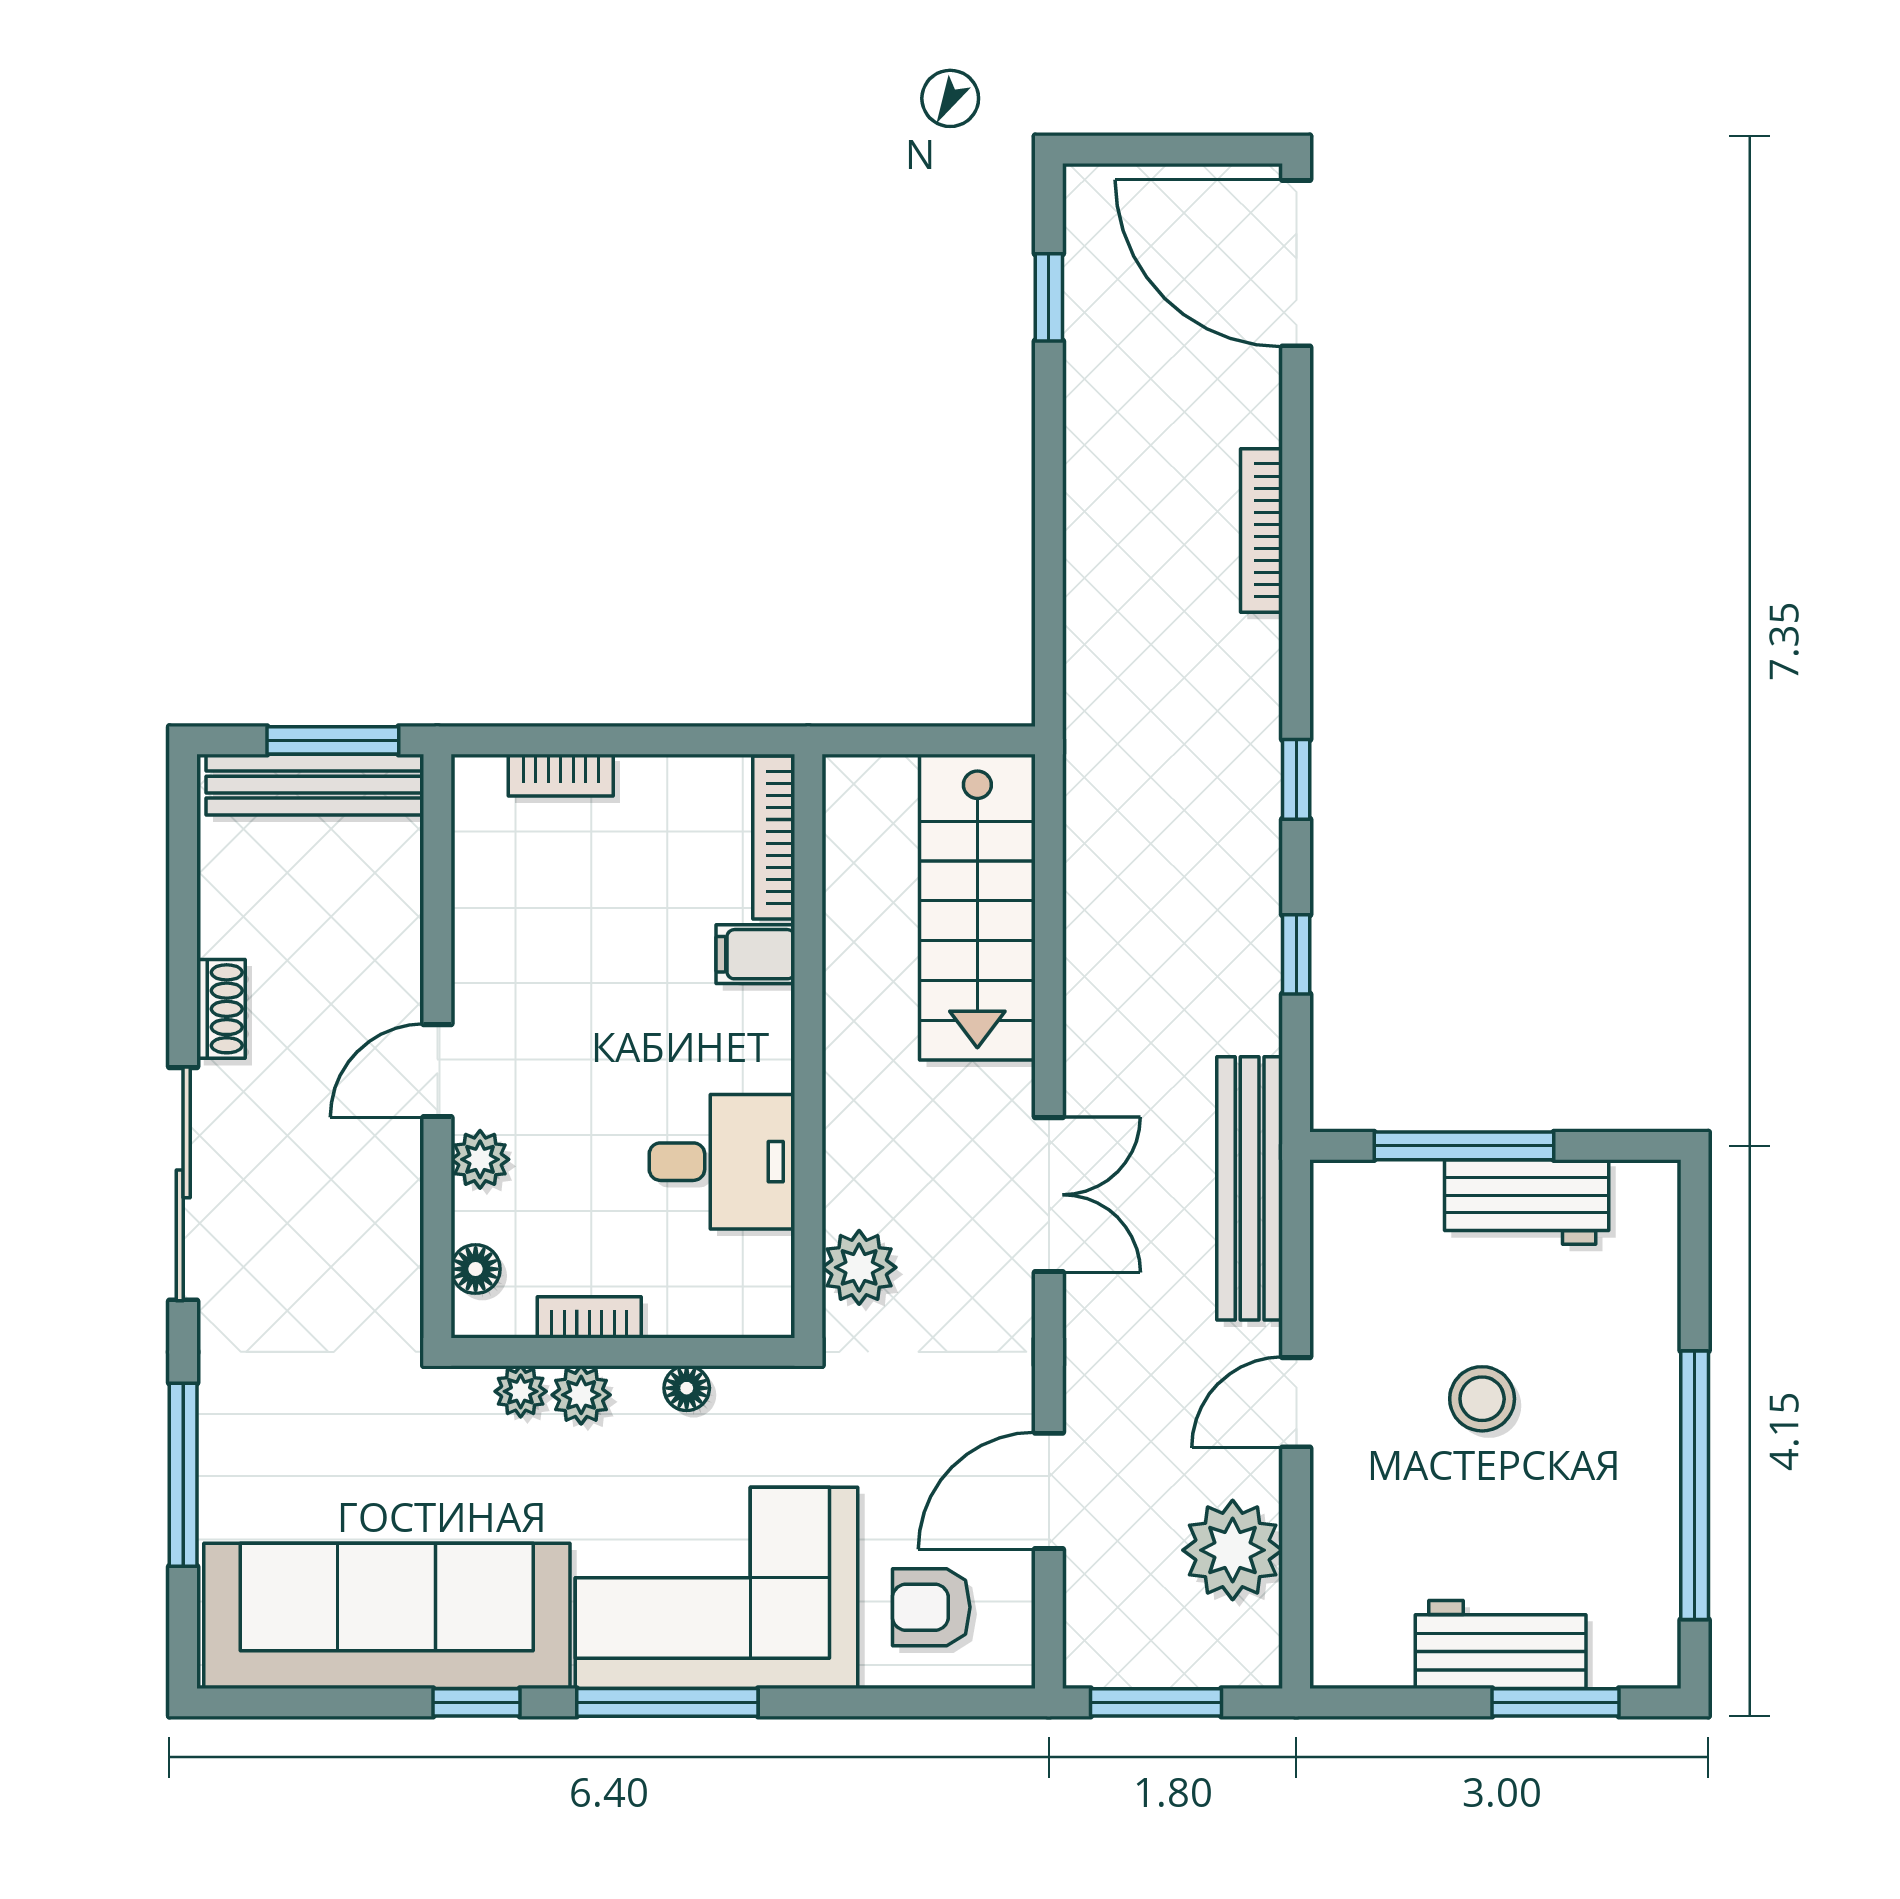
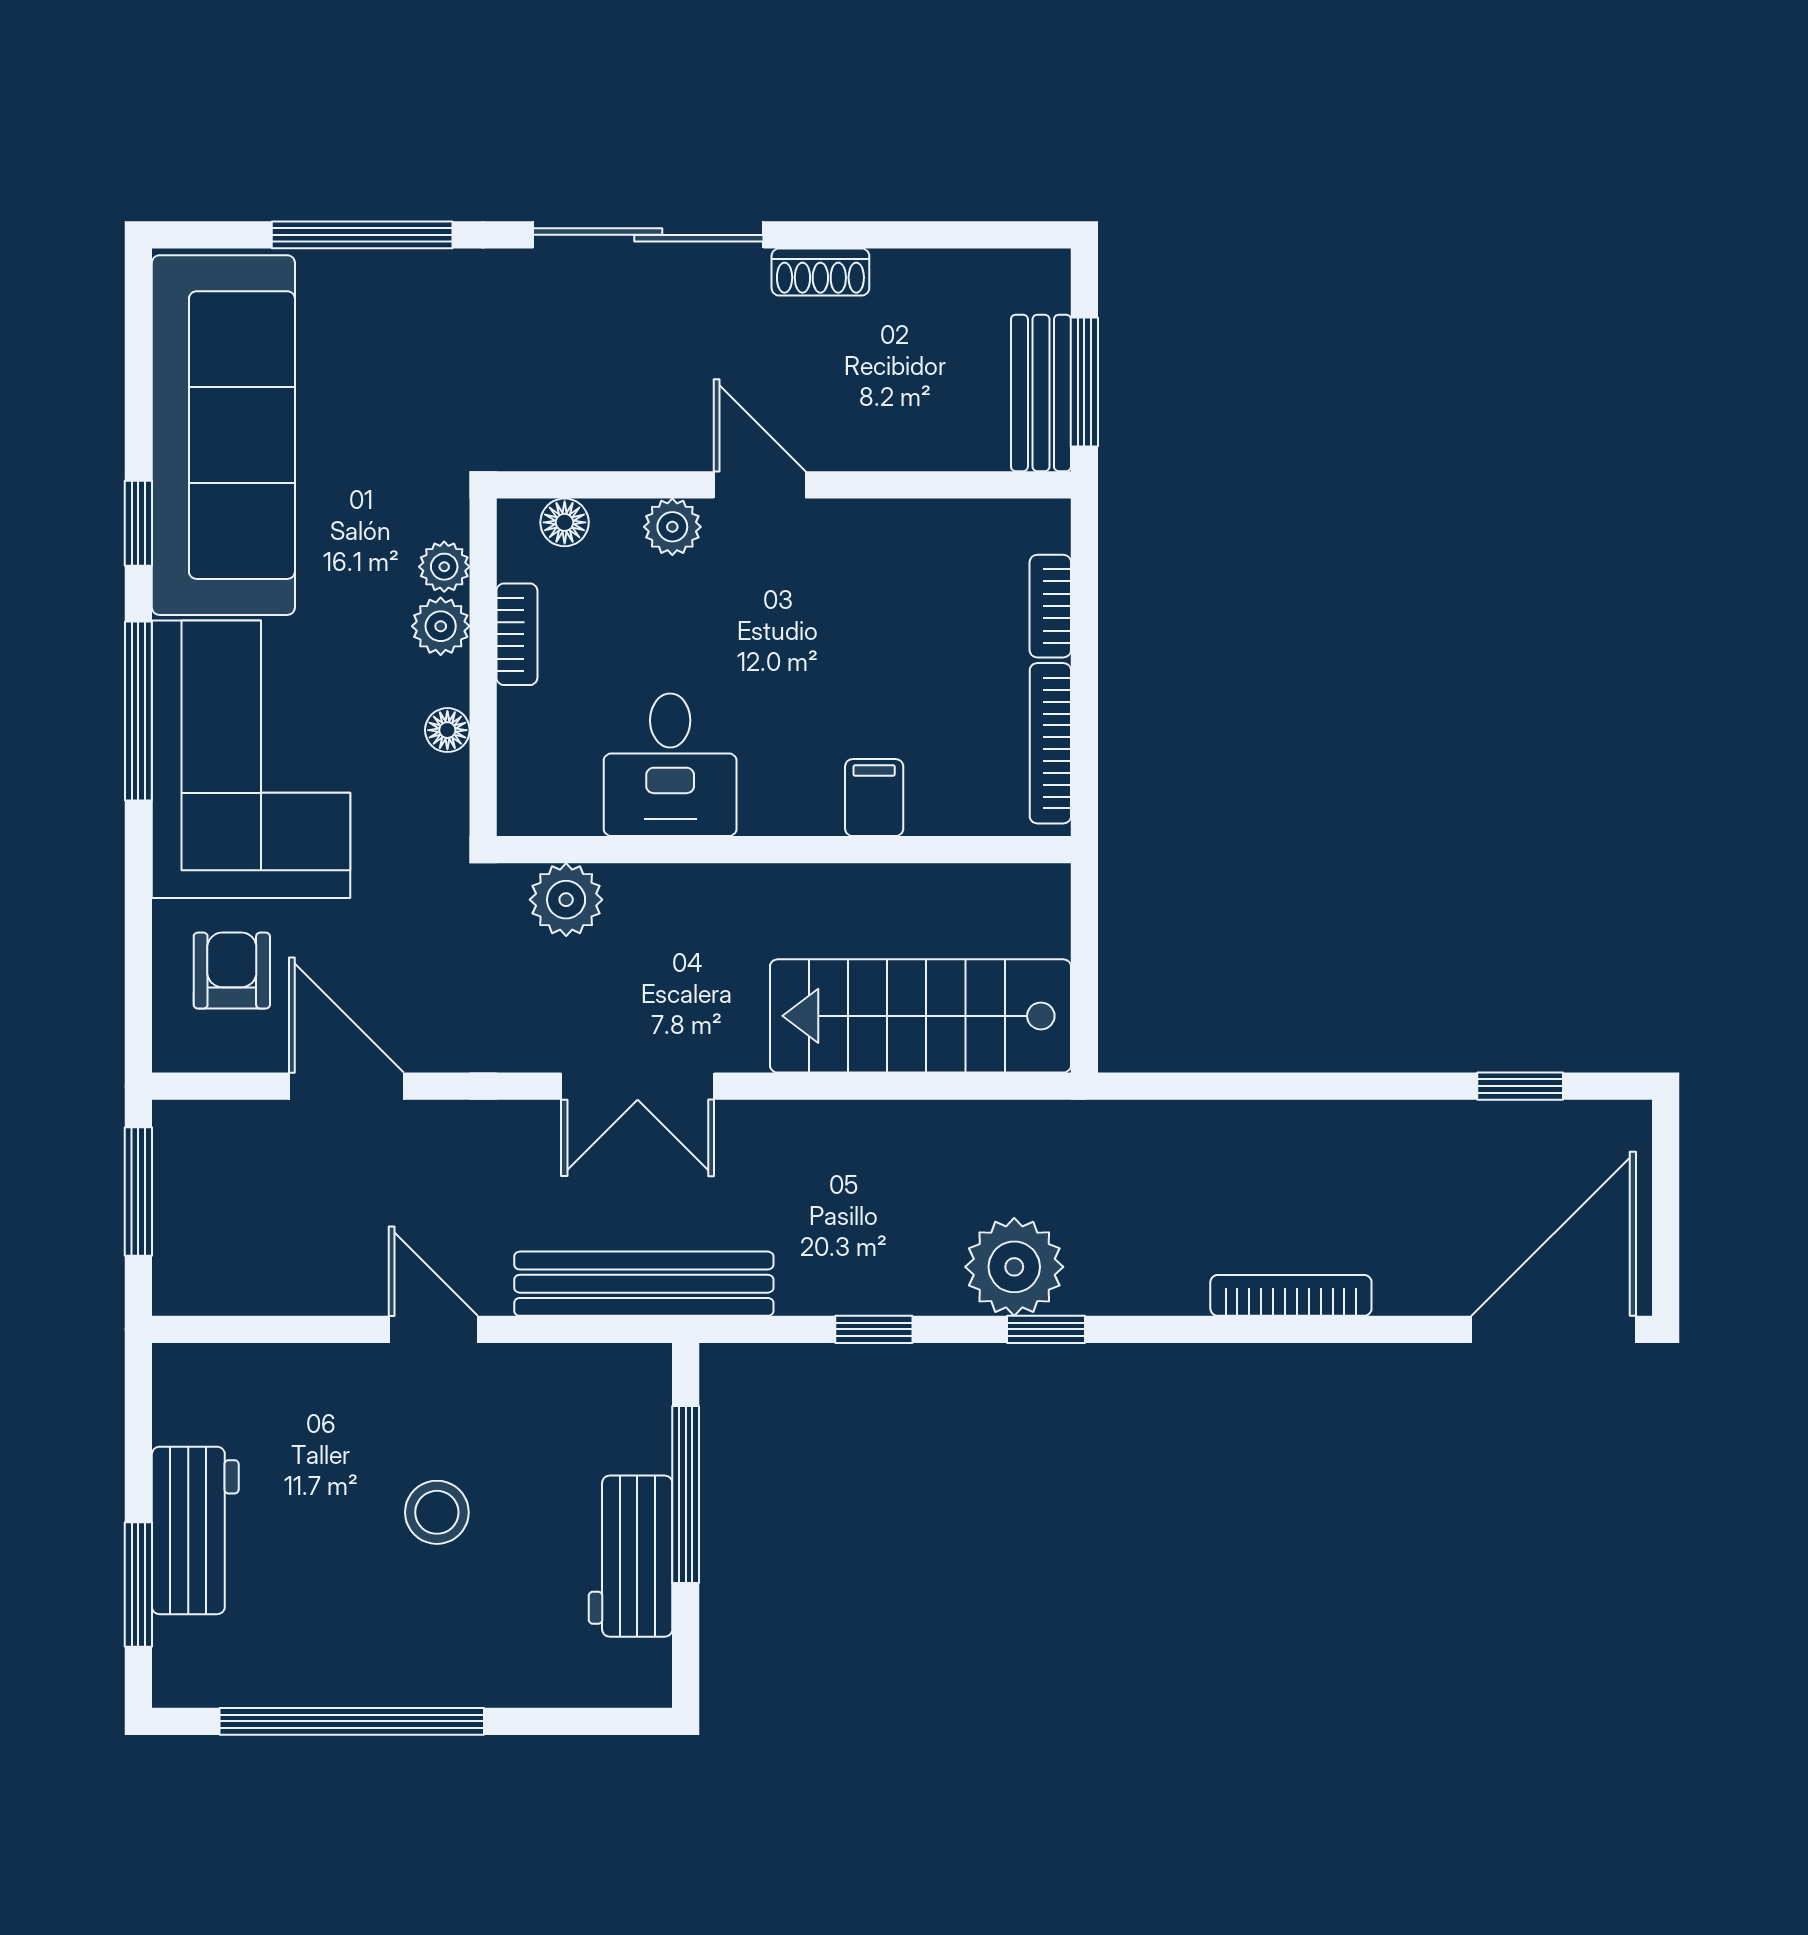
bench: (315, 785) -> (1041, 393), width x0.73
bookcase: (774, 838) -> (1050, 743), moved, turned -90
plant: (1233, 1550) -> (1014, 1267), moved

